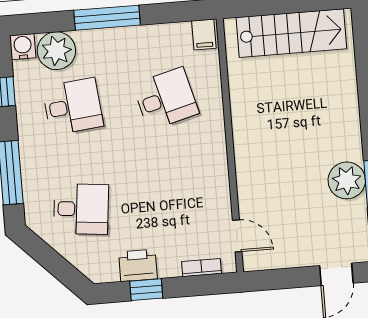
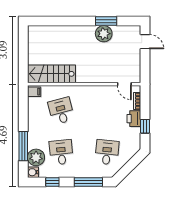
window: (107, 18) -> (23, 146), moved
stairs: (291, 33) -> (51, 74), moved, turned -90
door: (237, 236) -> (124, 84), swing flipped
printer: (138, 265) -> (134, 119), moved

